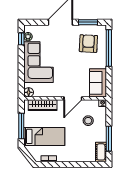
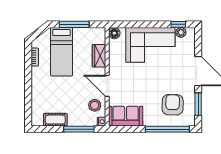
armchair: (88, 44) -> (173, 105), turned -92
wardrobe: (43, 105) -> (99, 56), width x0.67
stool: (88, 121) -> (95, 105), moved
window: (109, 139) -> (79, 129), moved
cot: (101, 152) -> (55, 120), moved

